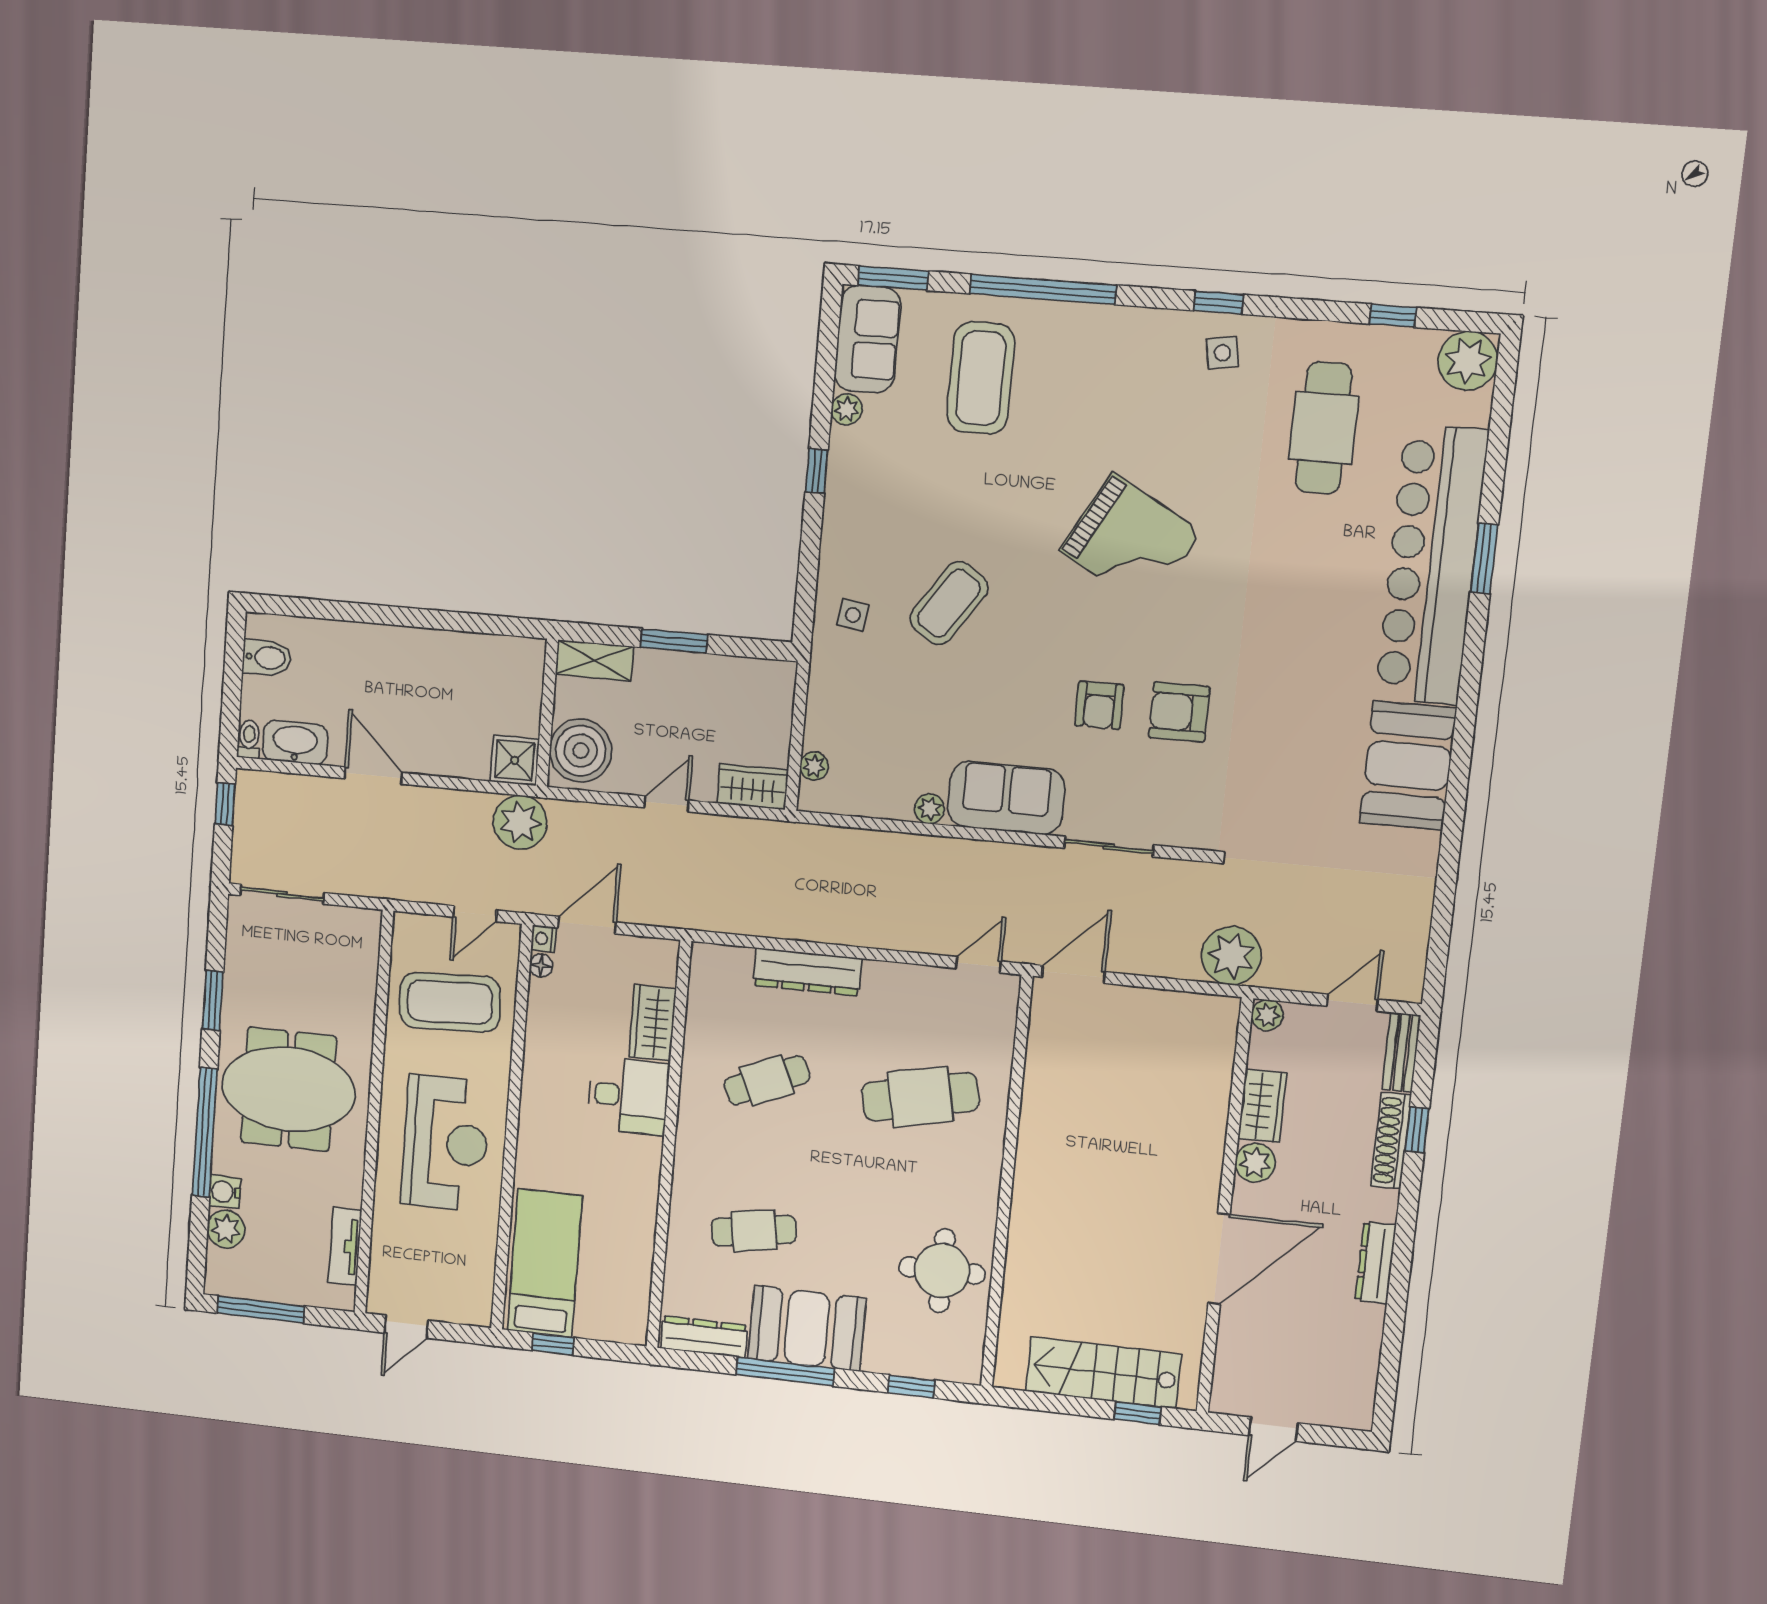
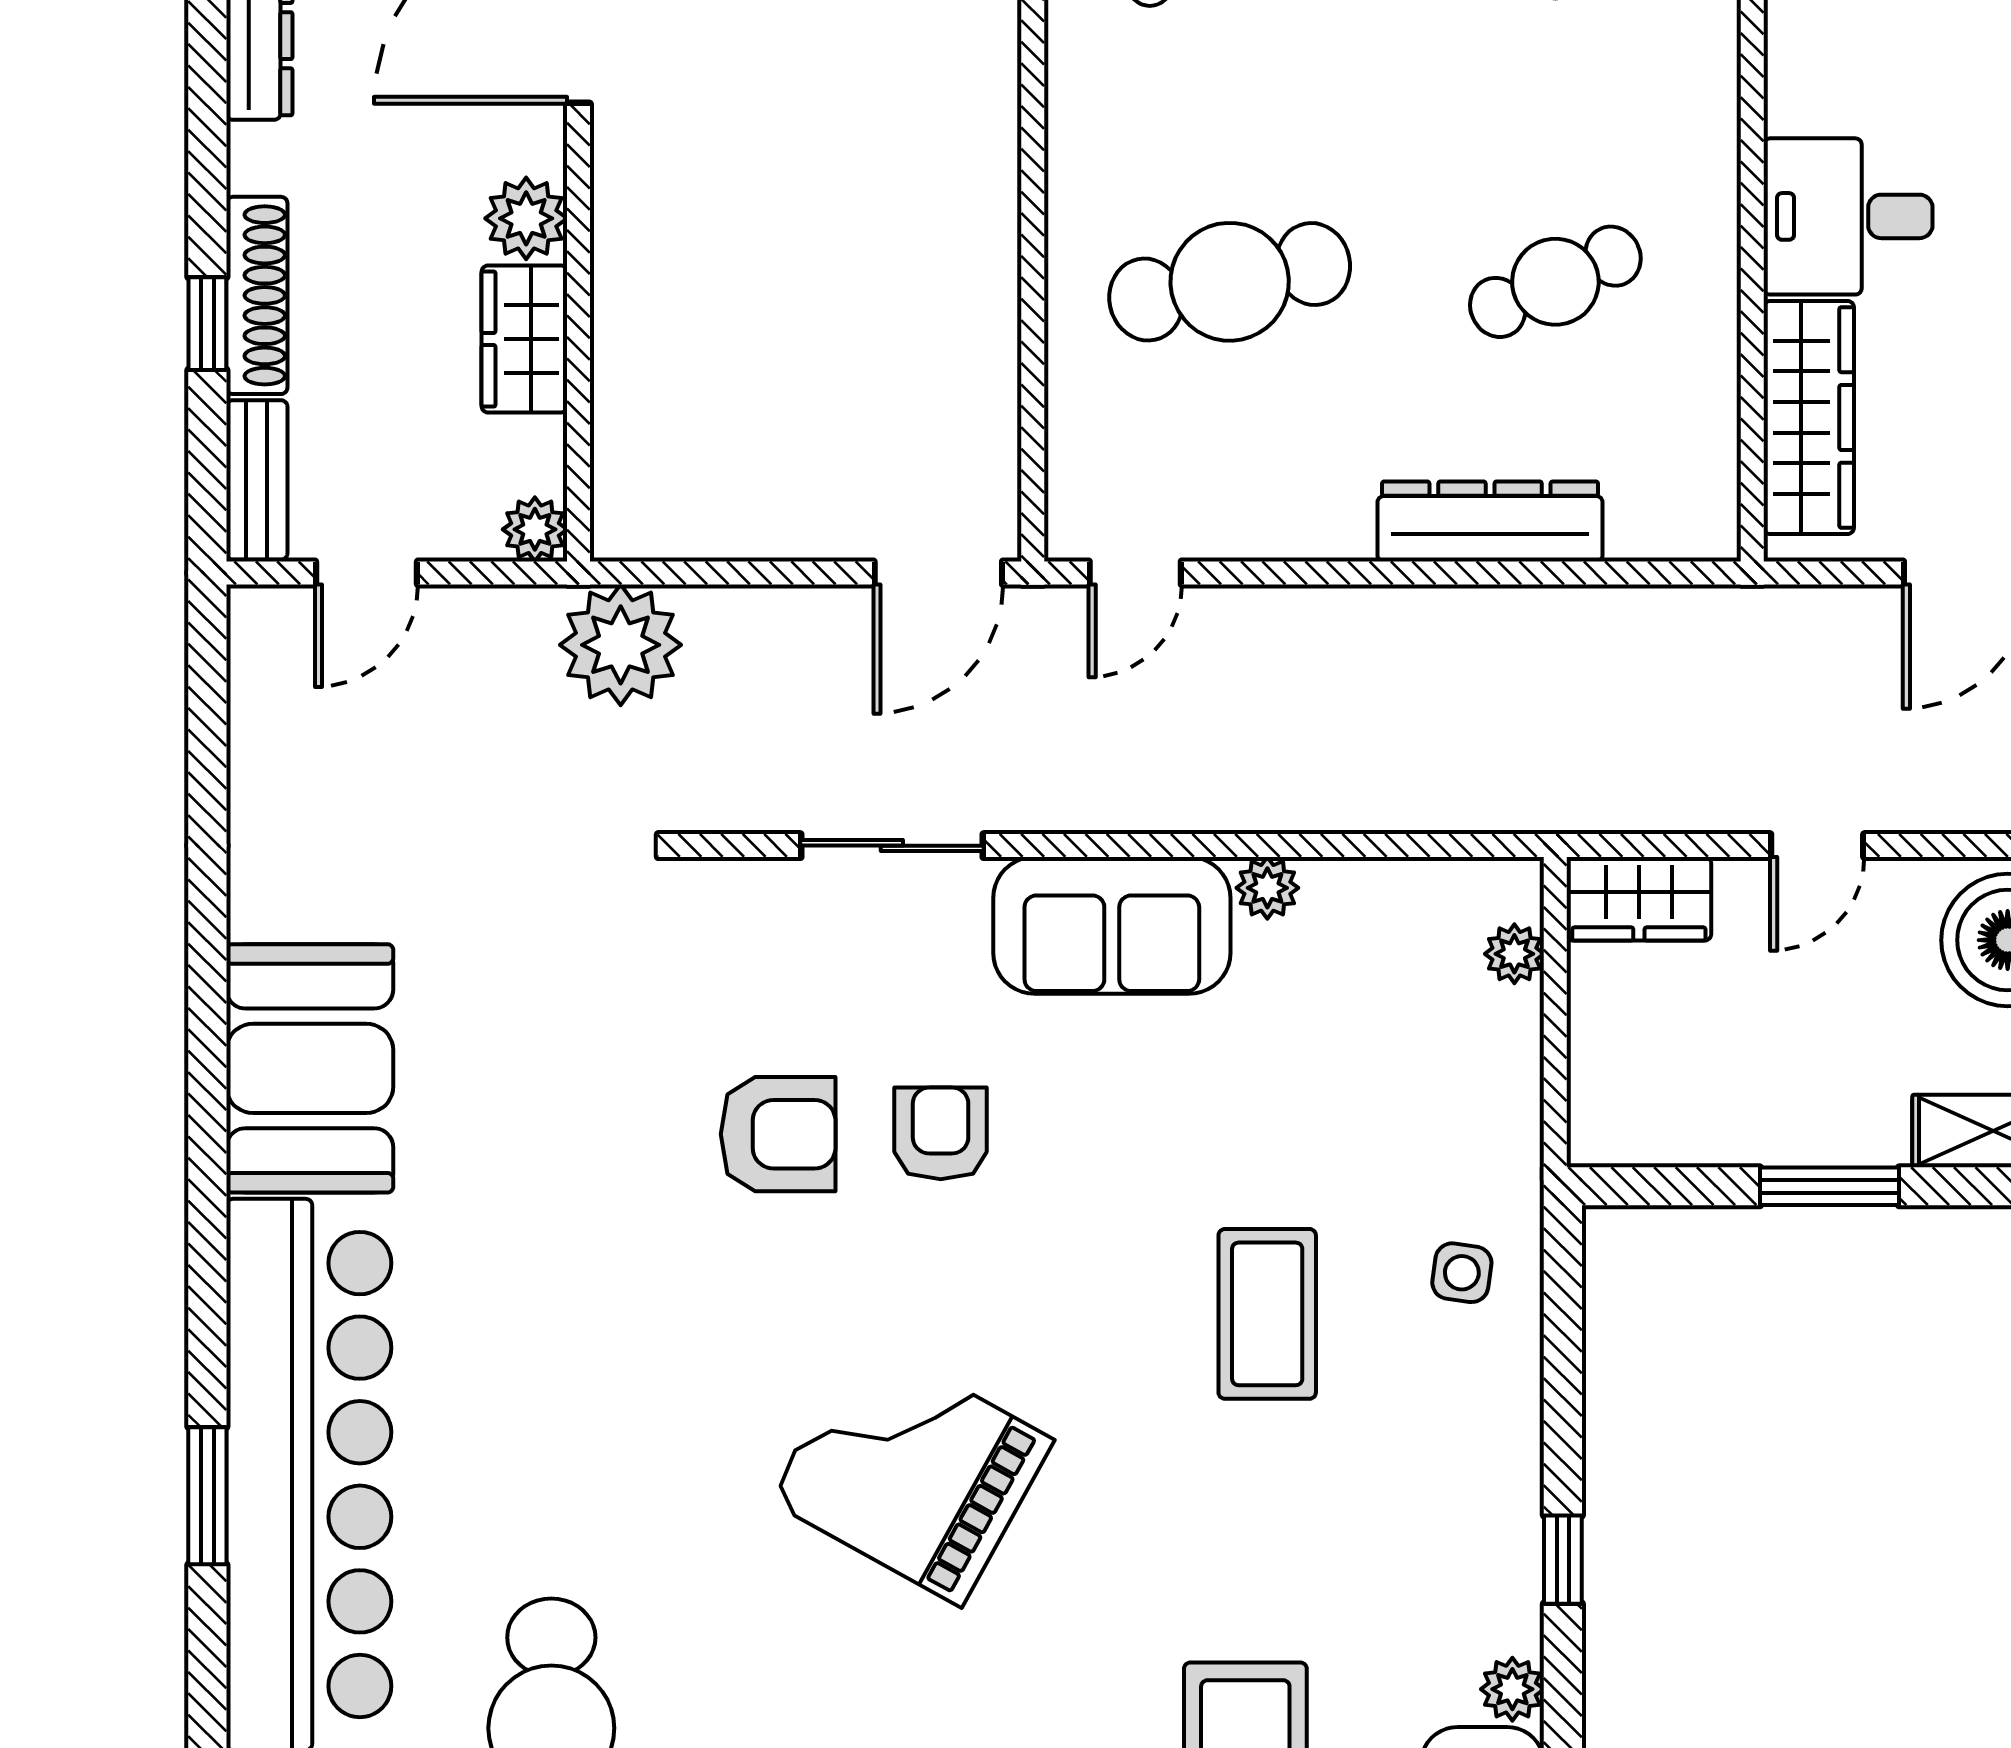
coffee table: (949, 603) -> (1267, 1314), turned -34
wardrobe: (652, 1023) -> (1809, 417), width x1.50

